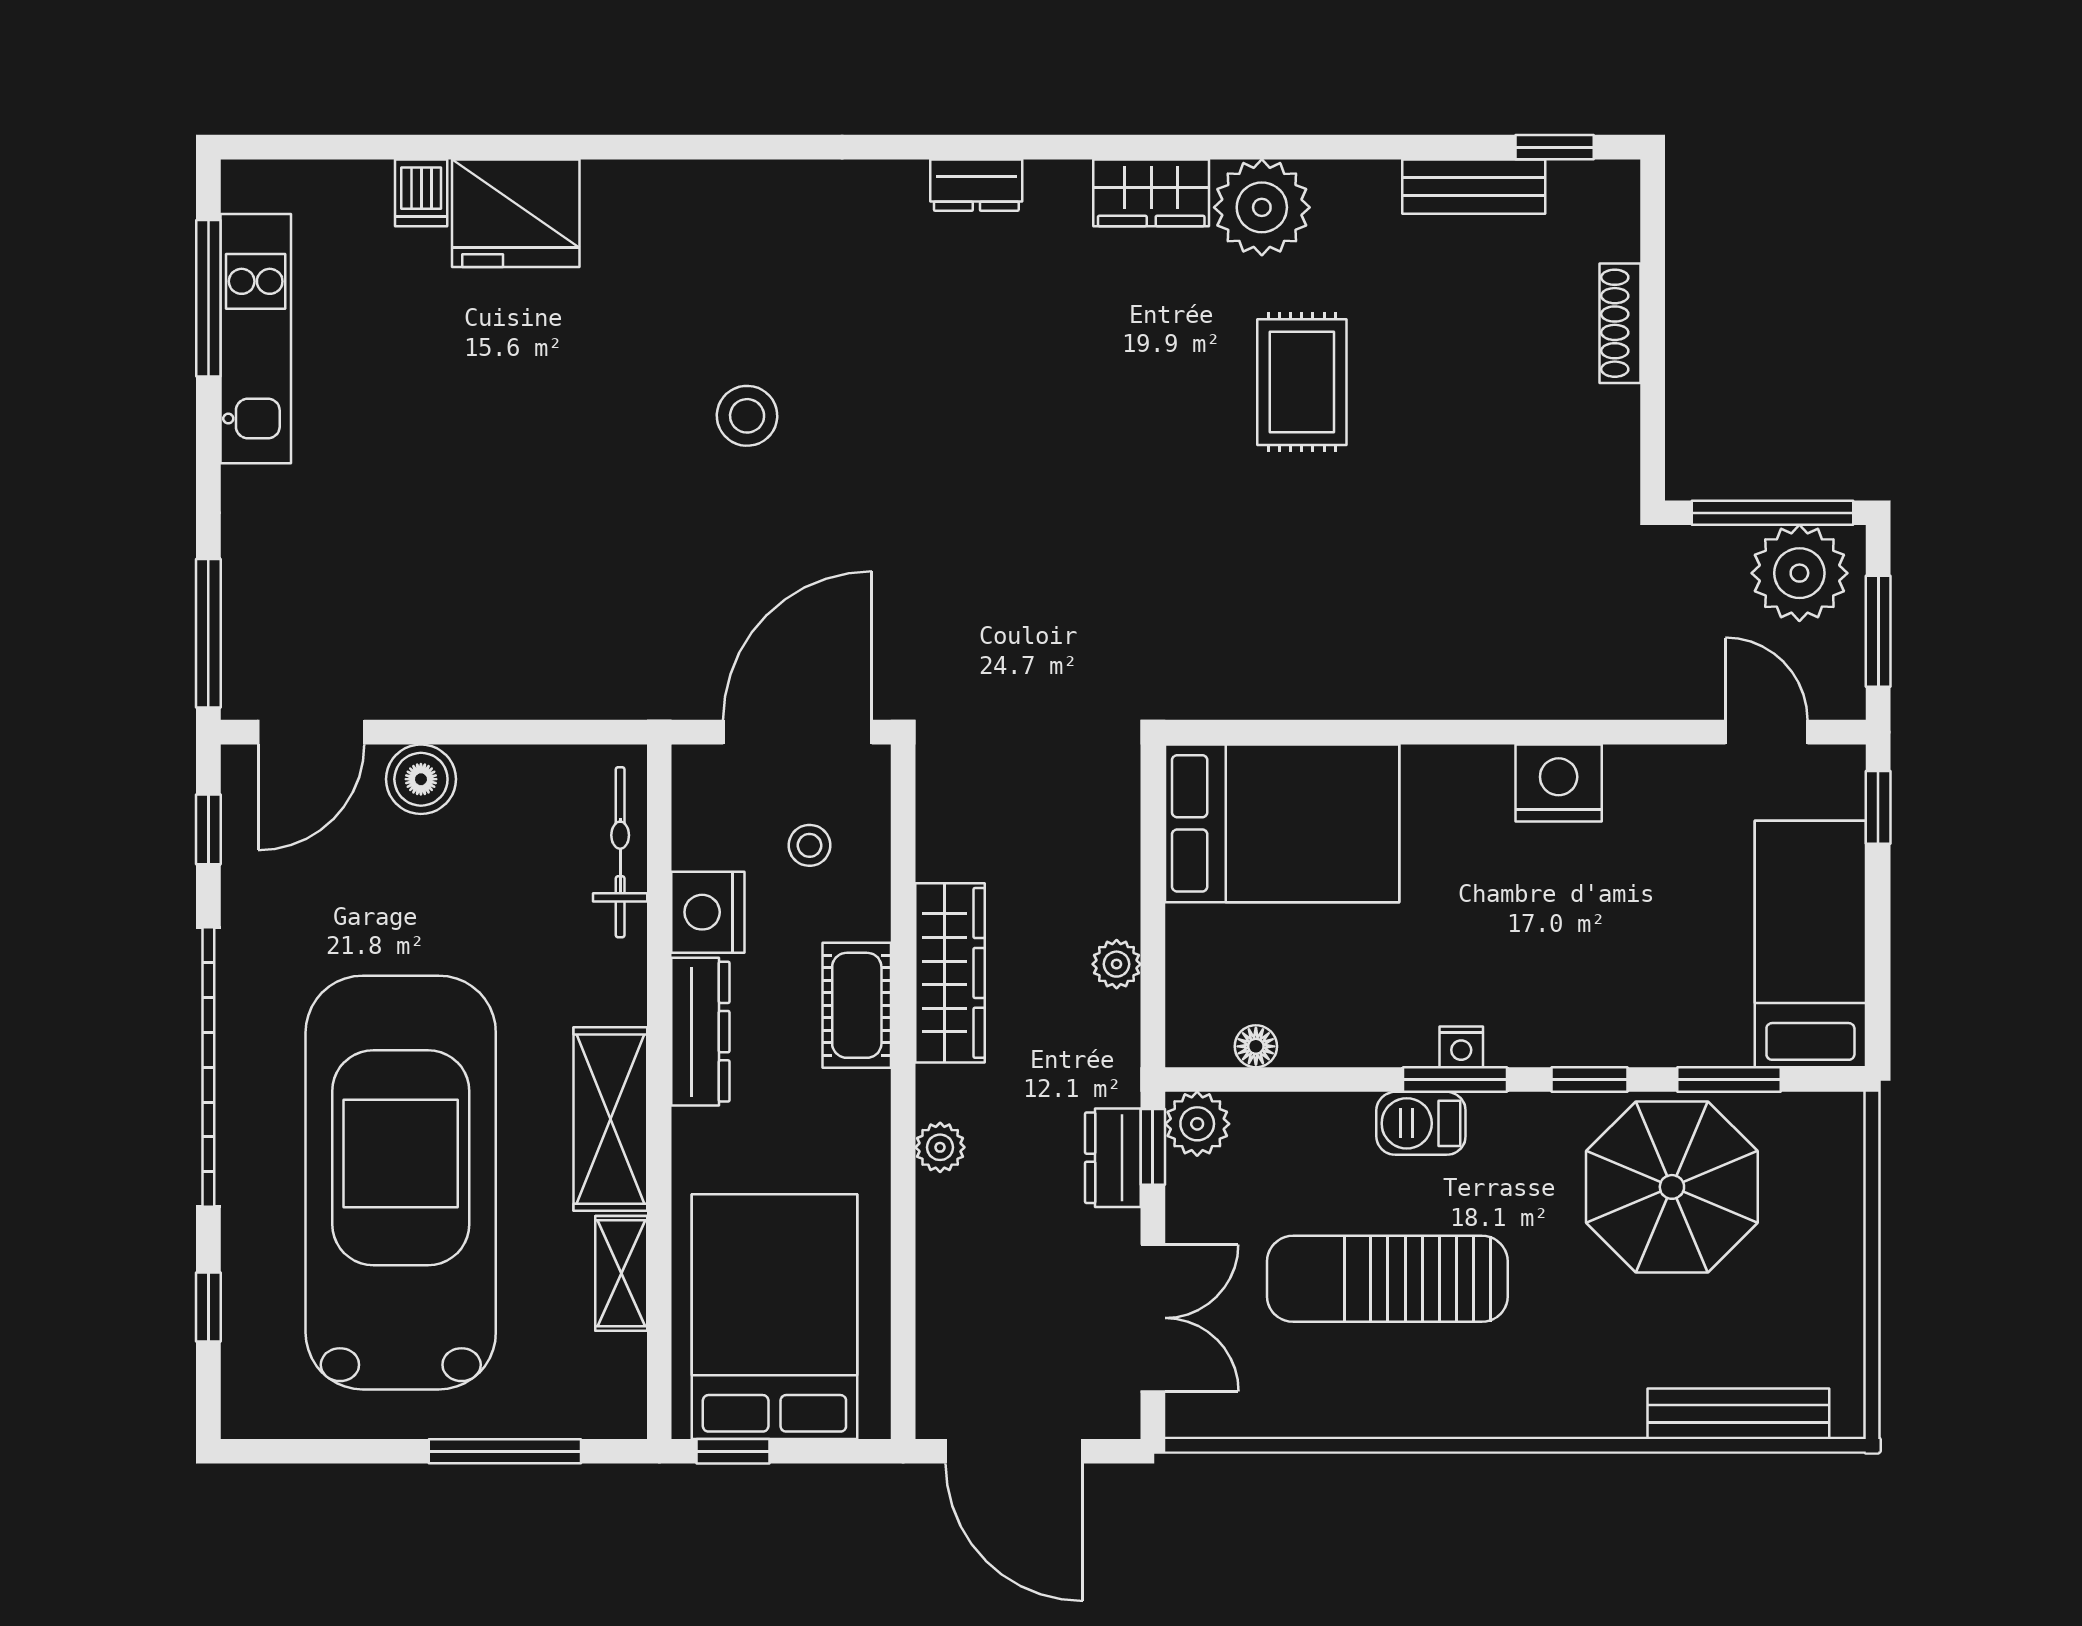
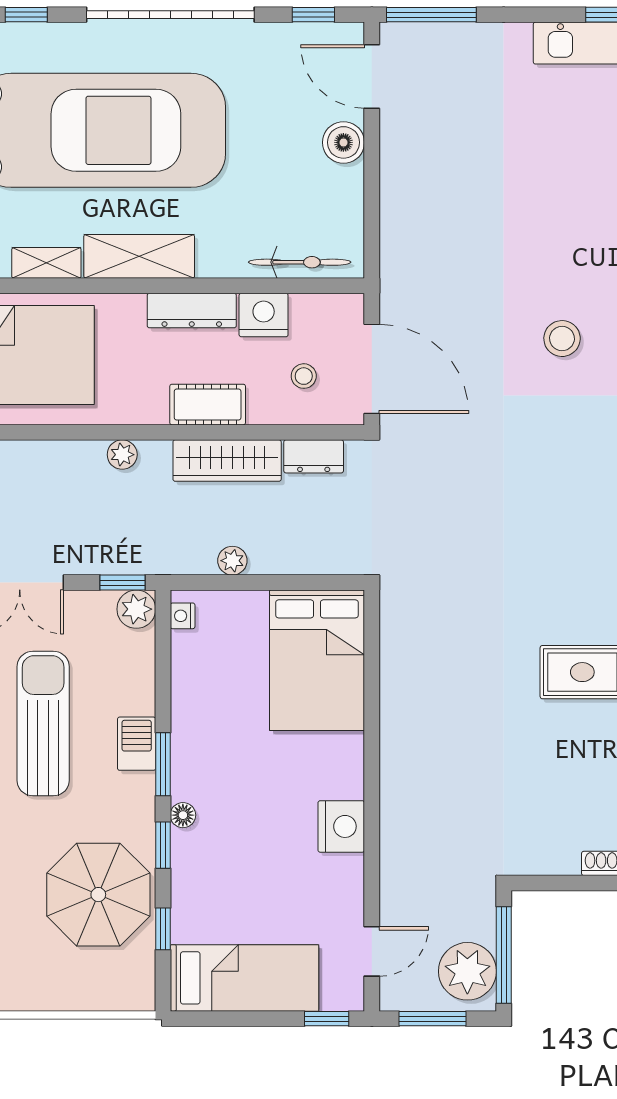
floor lamp: (1256, 1046) -> (183, 815), moved
nightstand: (1461, 1047) -> (183, 616), moved
window: (1729, 1080) -> (163, 929), width x0.67
dresser: (1113, 1158) -> (314, 456), moved, turned 180

